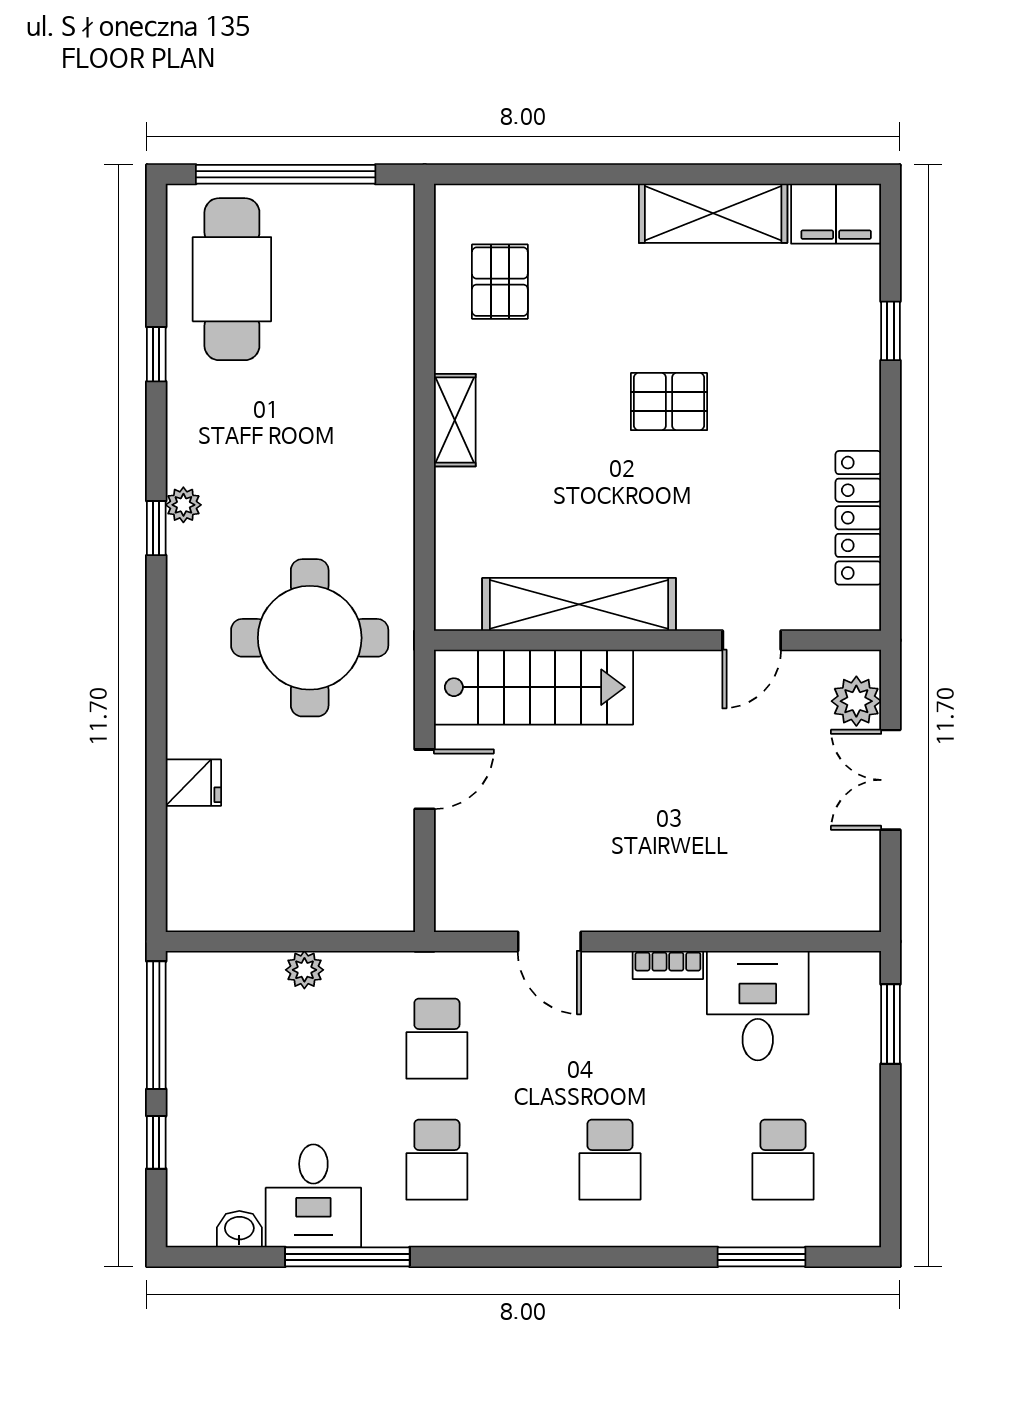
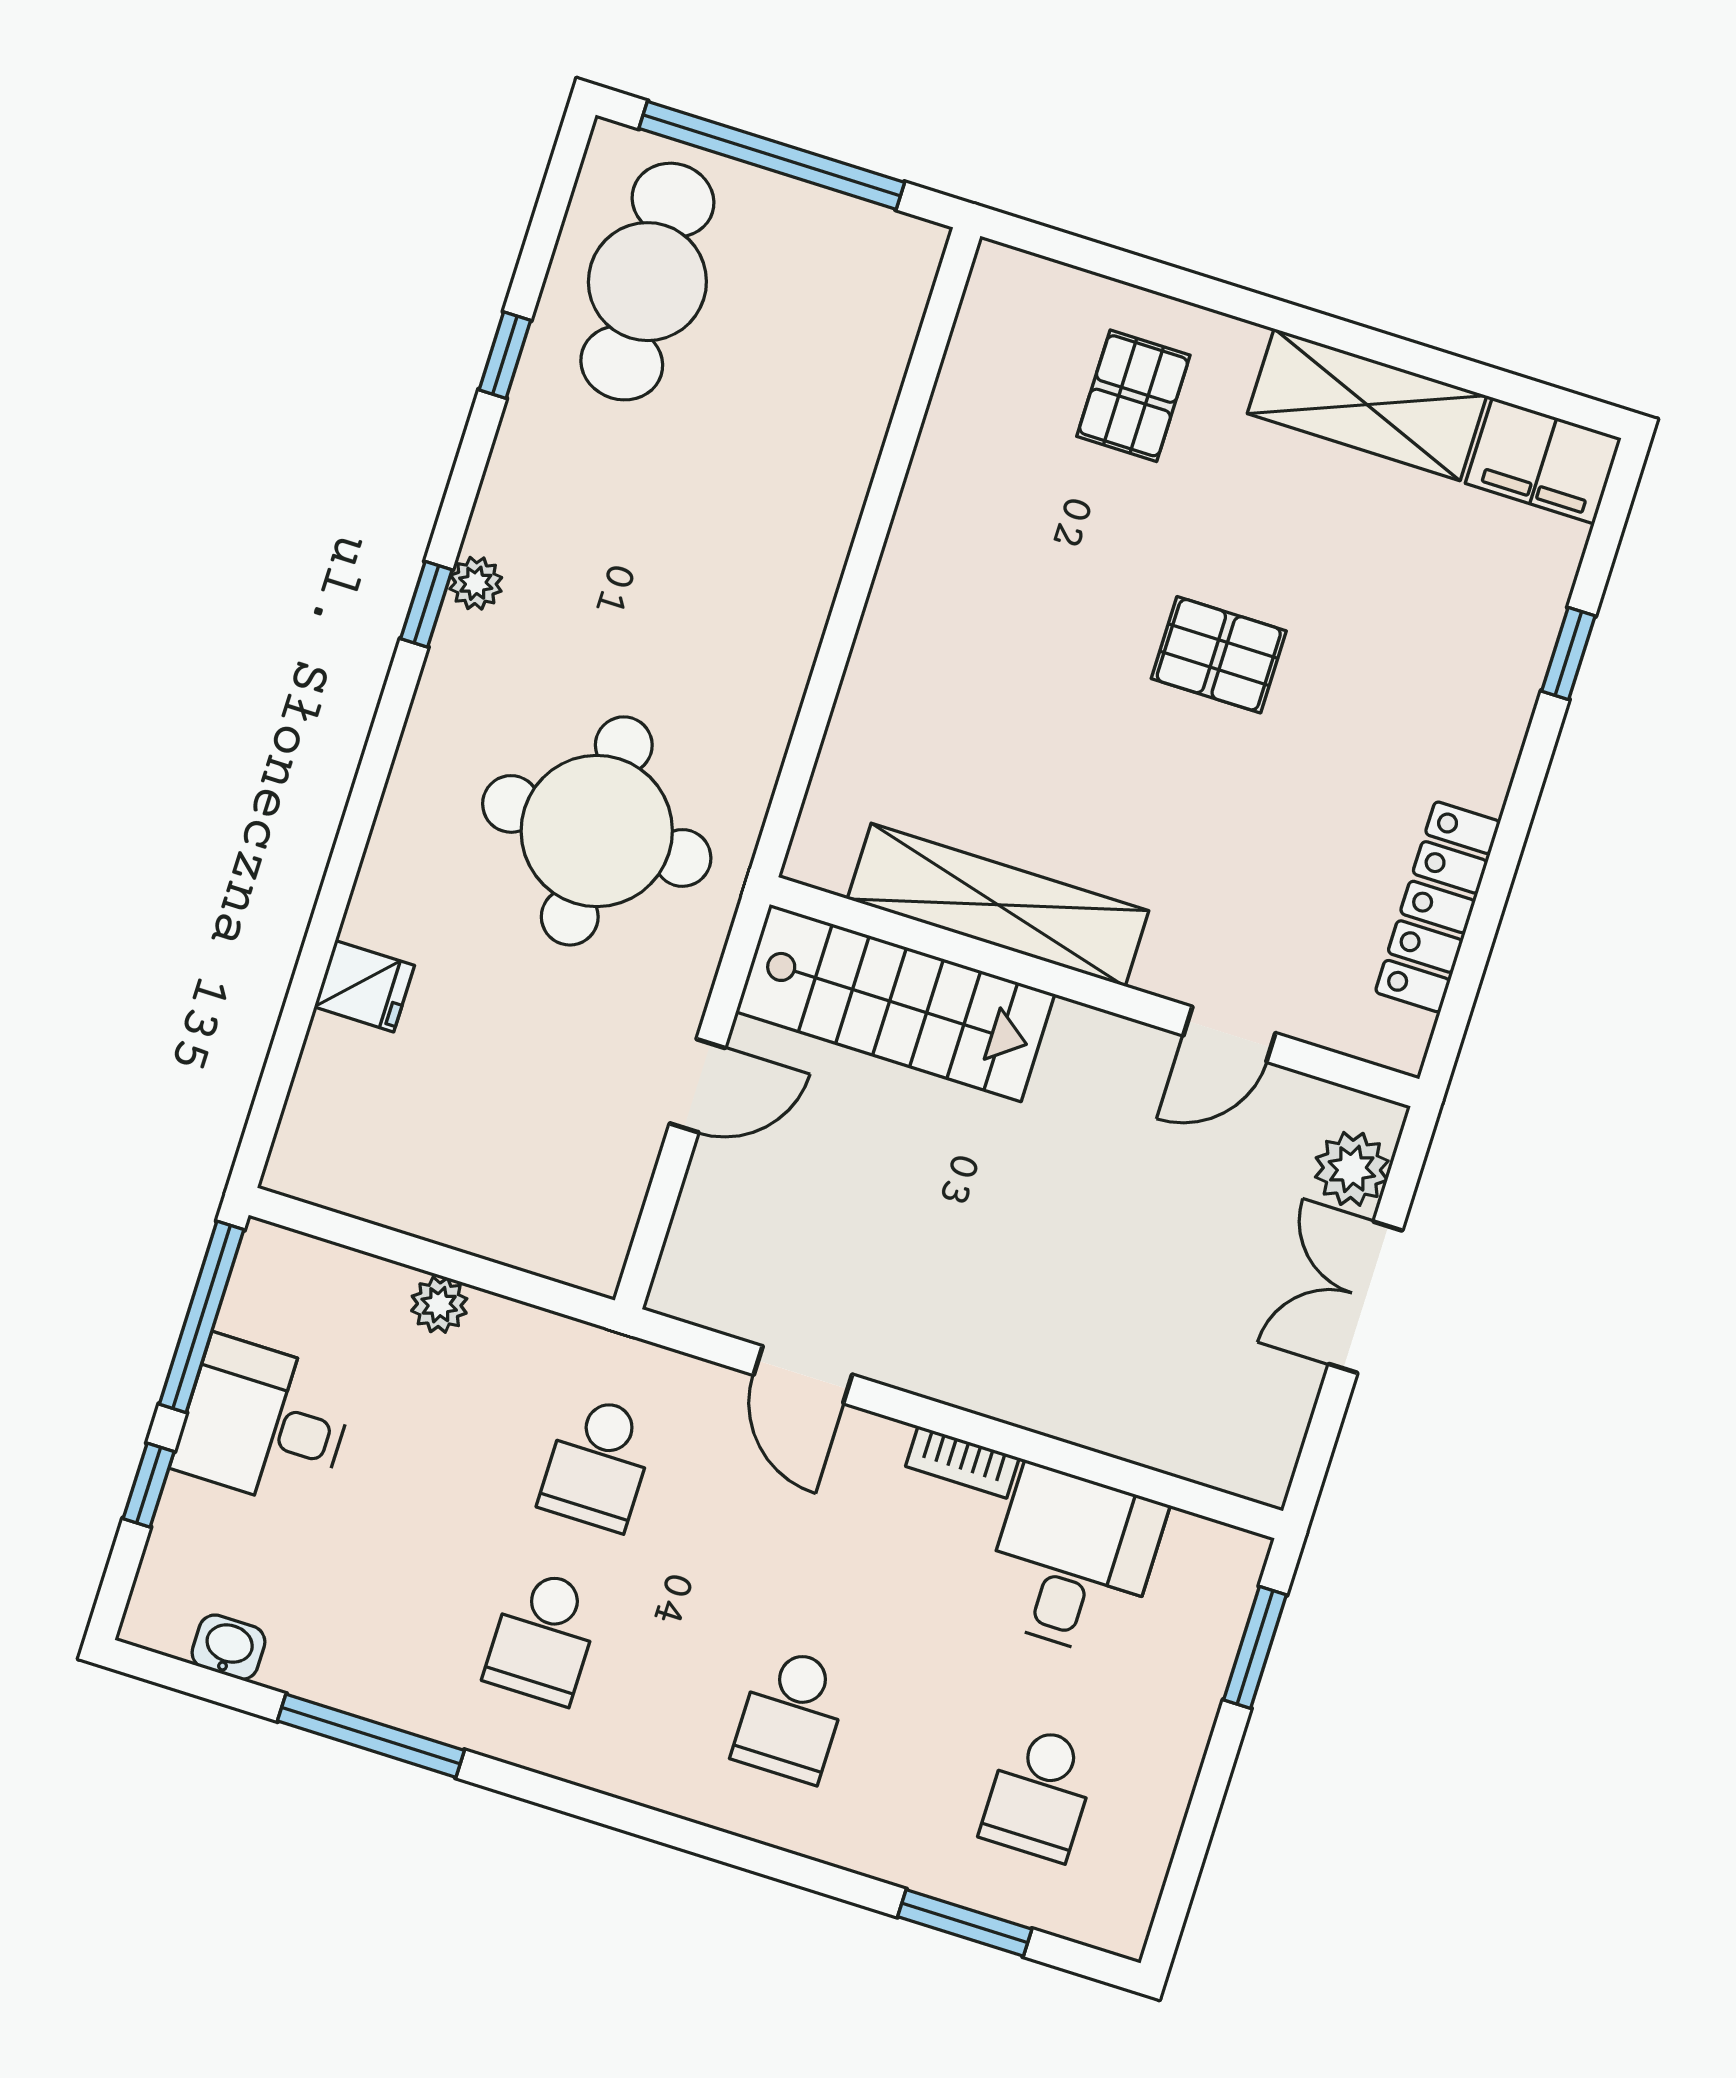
pallet: (500, 282) -> (1133, 396), moved
shelving: (455, 420) -> (903, 584), removed
desk: (313, 1196) -> (264, 1423), moved, turned 90

